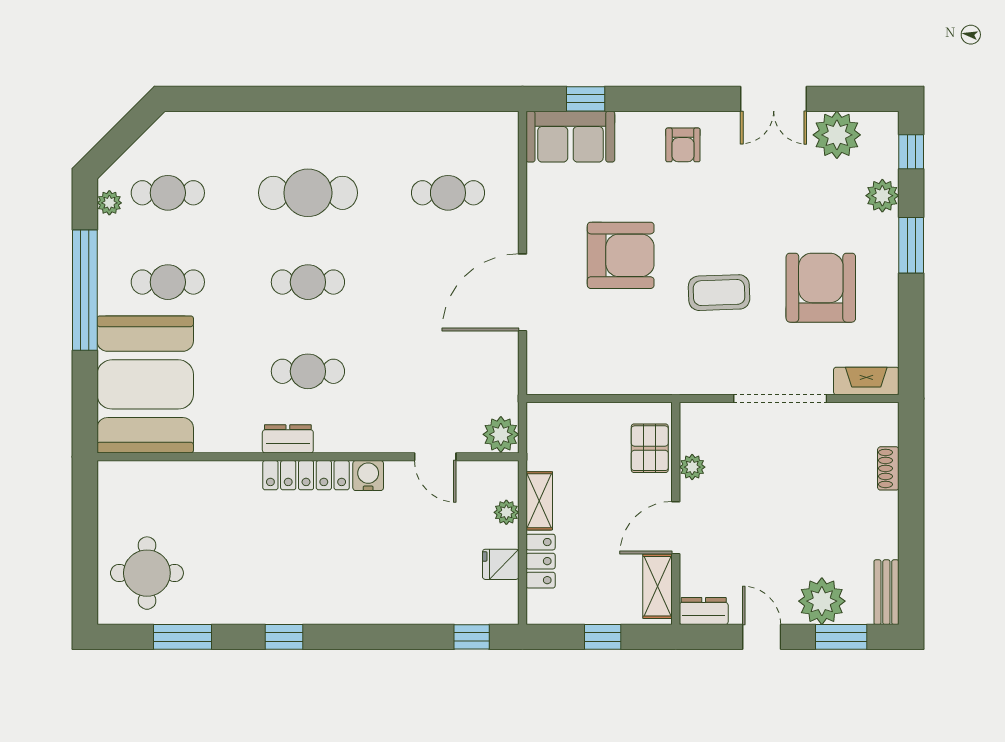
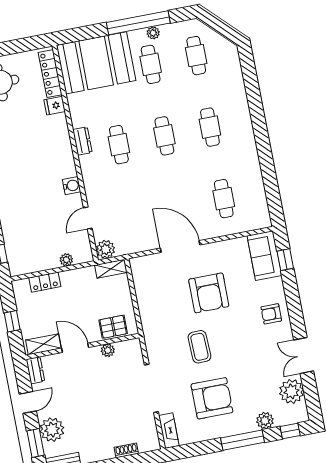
cafe table: (308, 193) -> (210, 127), width x0.73, depth x0.74
plant: (109, 203) -> (153, 33), moved
window: (911, 245) -> (242, 440), width x1.44
locker: (306, 475) -> (50, 74), moved
shelving: (539, 501) -> (111, 269), moved
fridge: (501, 564) -> (55, 106), moved, turned -90

